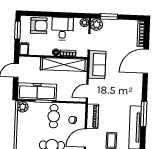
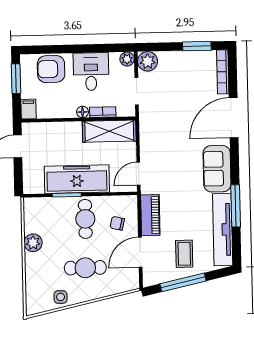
window: (109, 17) -> (197, 46), moved
armchair: (39, 26) -> (51, 69), turned 180
shelving: (64, 65) -> (109, 131), width x0.68
sofa: (97, 65) -> (217, 169), moved, turned 180
freezer: (37, 92) -> (77, 179), moved
plant: (23, 107) -> (33, 243), moved

